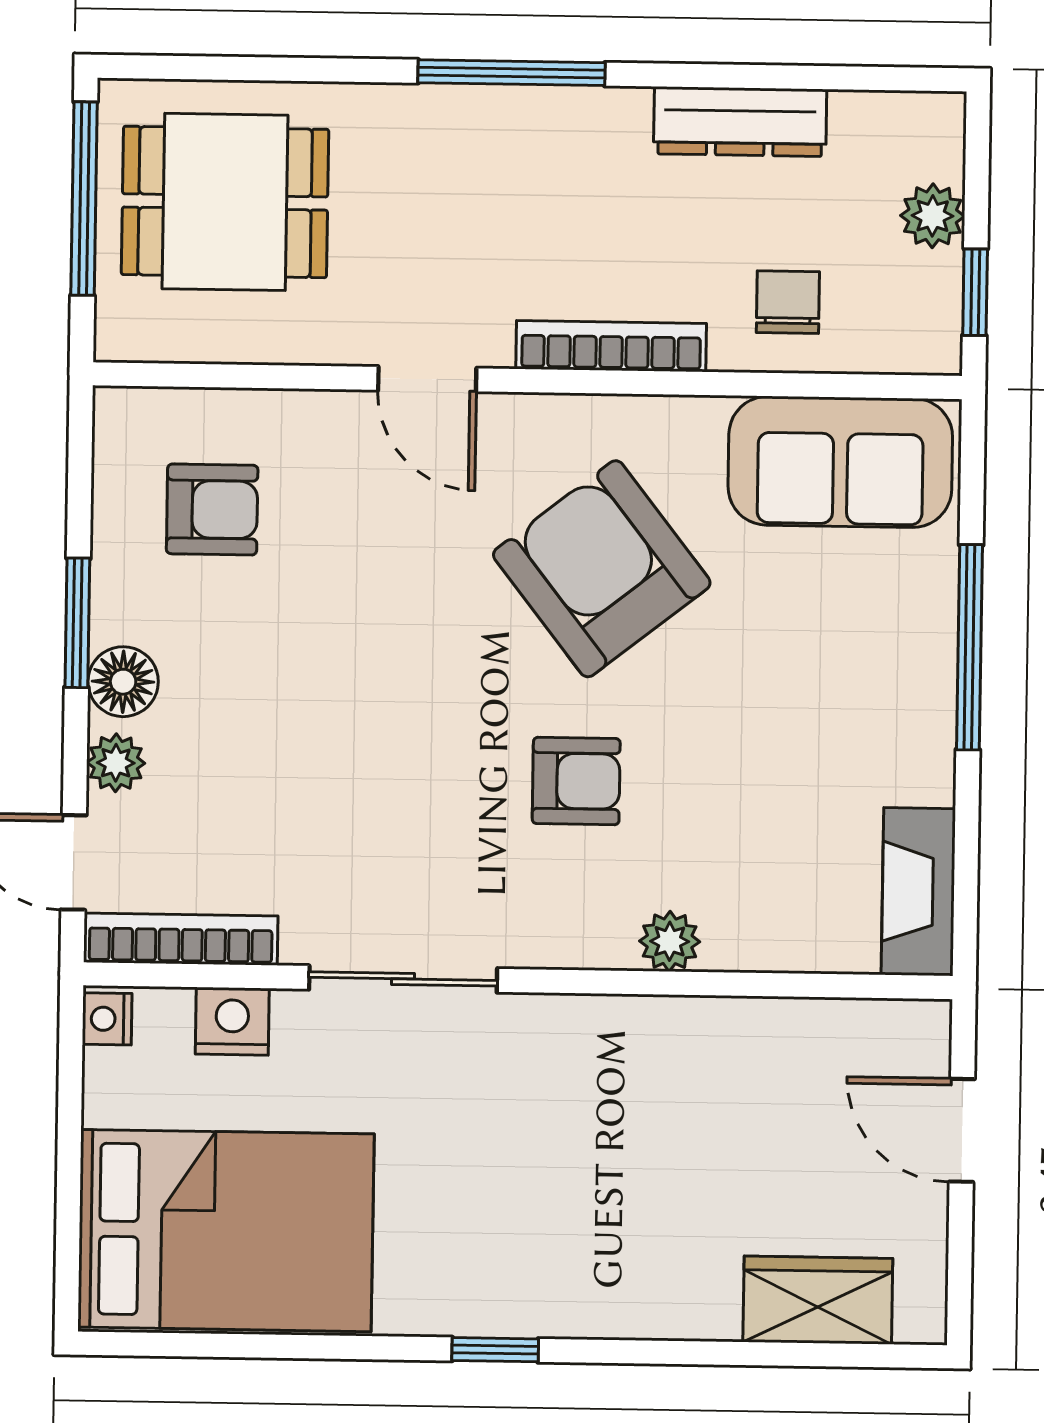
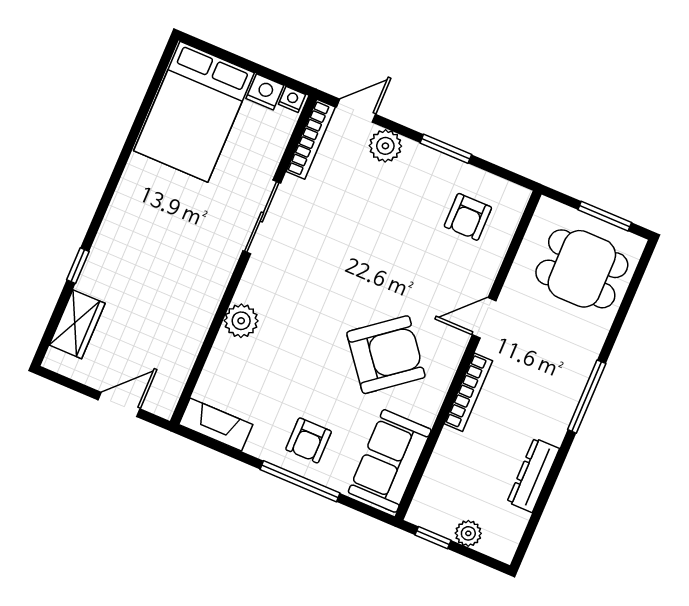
window: (84, 199) -> (605, 216), width x0.69
dining table: (225, 202) -> (582, 269), turned 90
chair: (788, 302) -> (458, 466), removed
floor lamp: (123, 682) -> (417, 157), removed
plant: (116, 763) -> (385, 146), width x1.38, depth x1.38
armchair: (576, 781) -> (309, 440), moved
plant: (670, 941) -> (241, 321), width x1.38, depth x1.38
nightstand: (232, 1021) -> (265, 92), moved, turned -90
window: (495, 1350) -> (78, 266), moved

